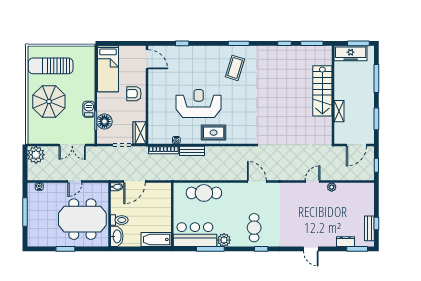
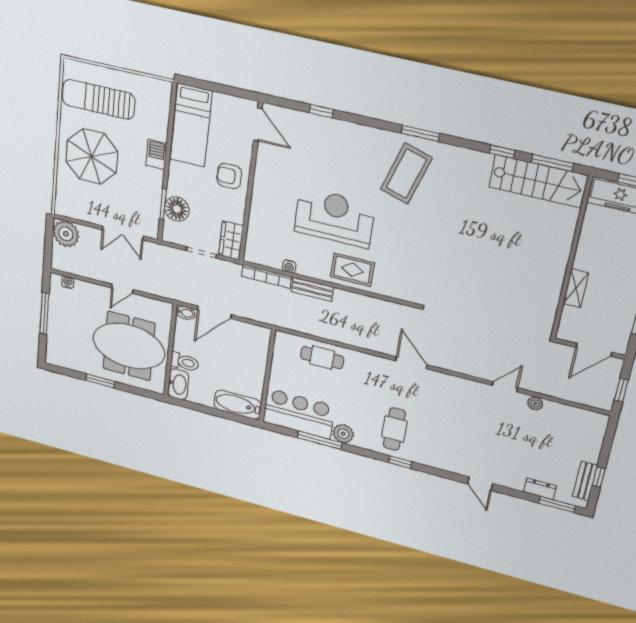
coffee table: (235, 68) -> (406, 174), width x1.36, depth x1.32
stairs: (322, 91) -> (538, 181), moved, turned -90
barbecue: (89, 109) -> (156, 154), moved
cafe table: (204, 193) -> (322, 358), width x0.73, depth x0.74

